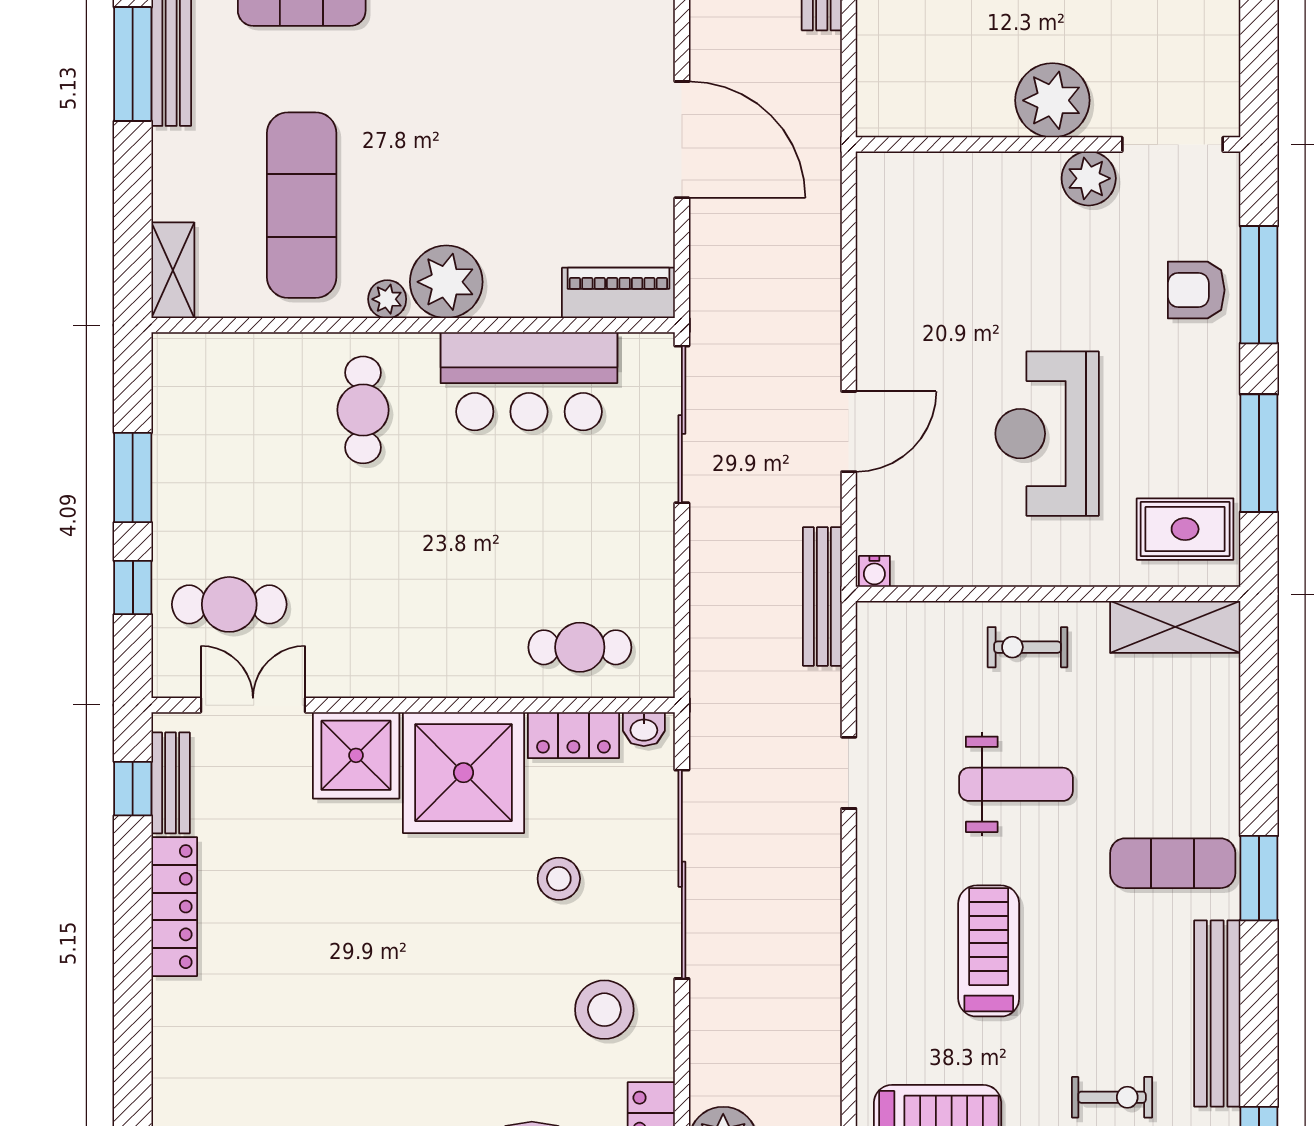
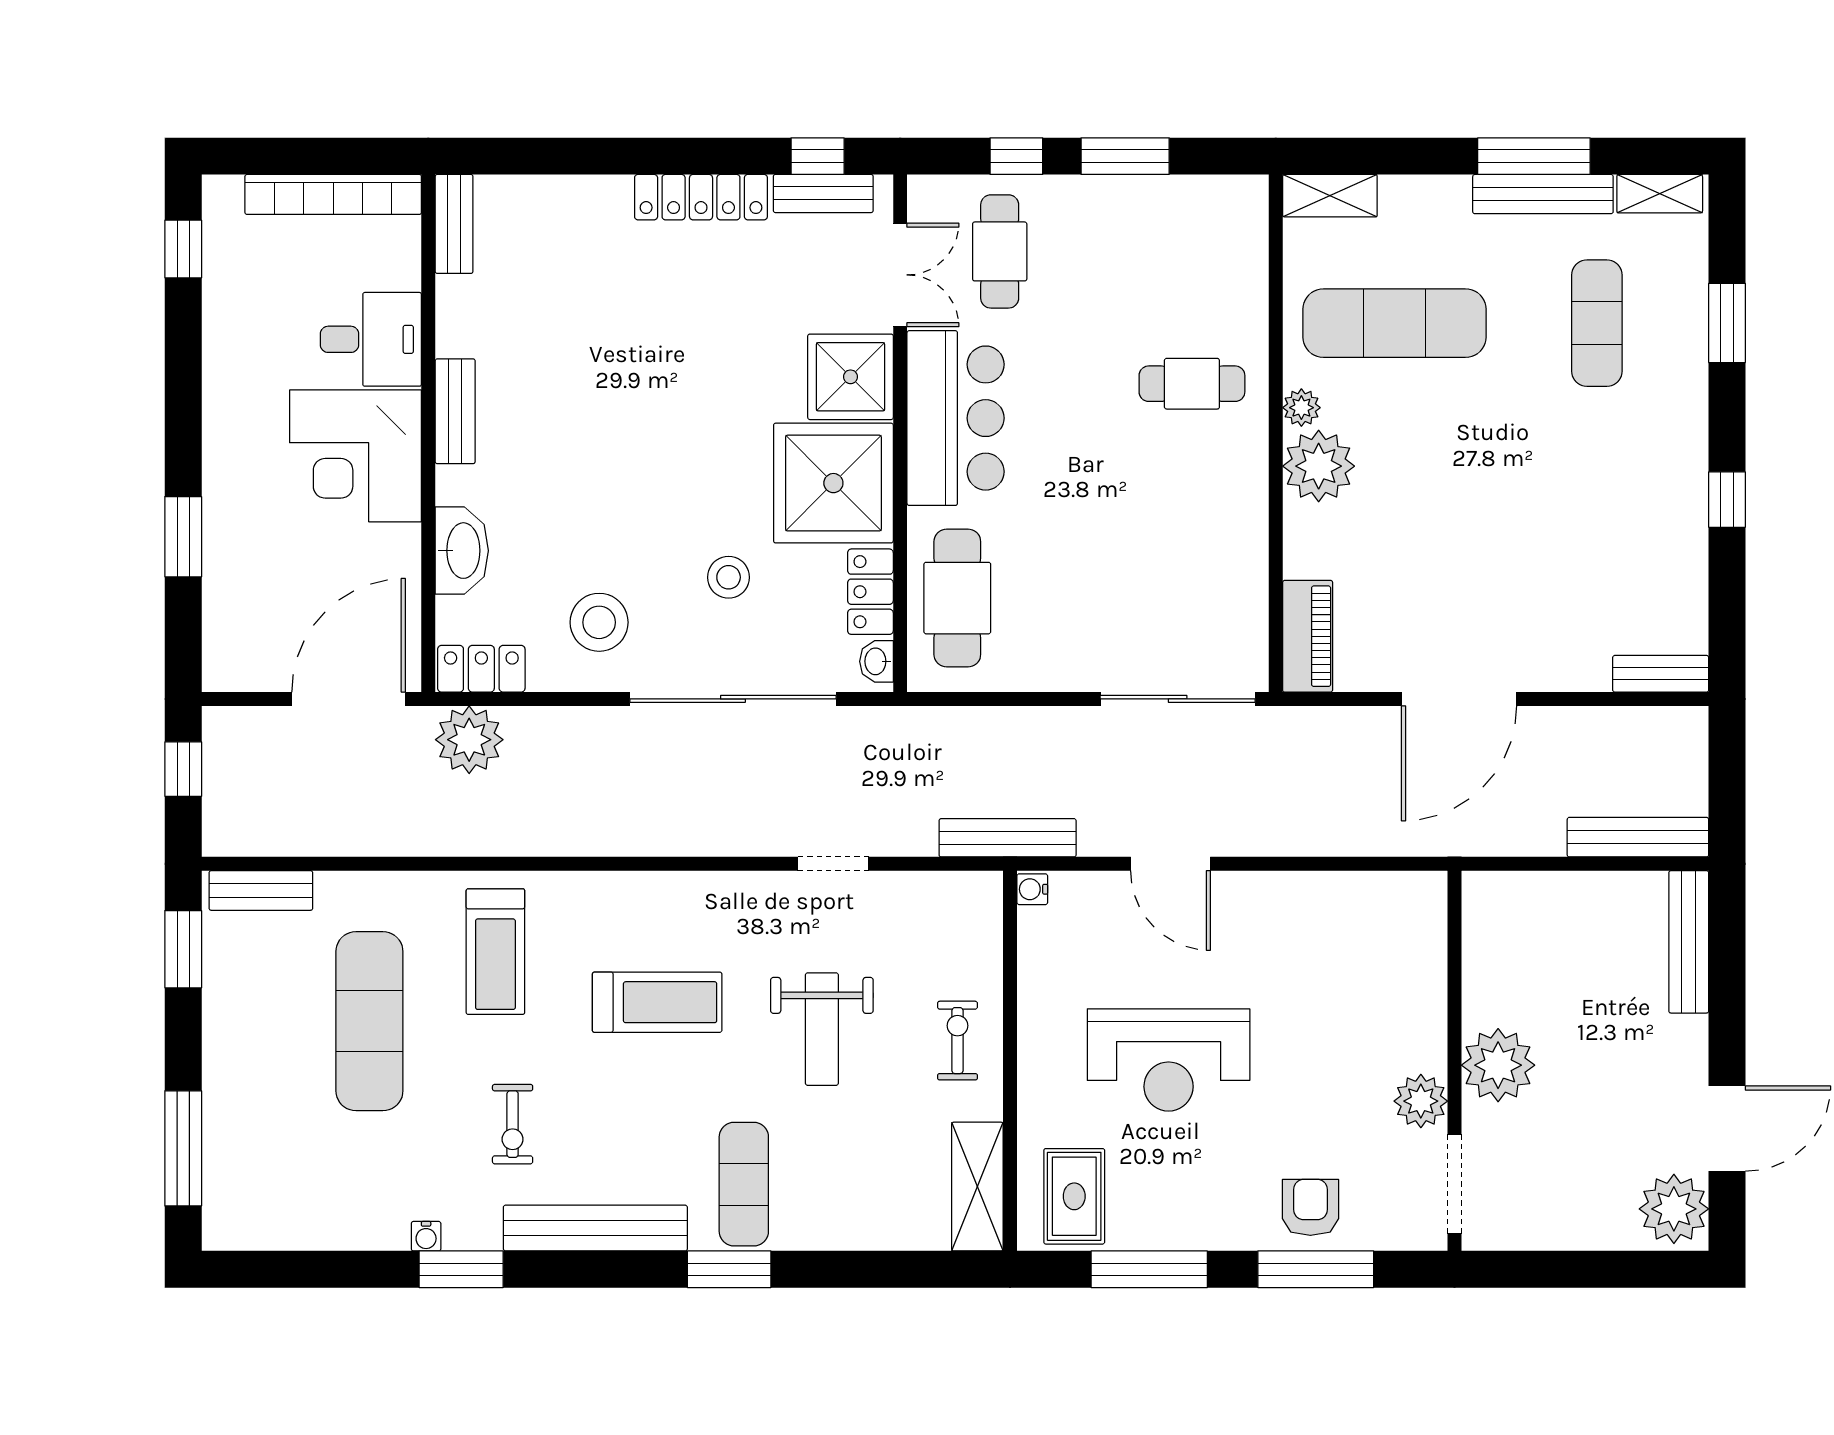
bar counter: (529, 381) -> (956, 418), moved, turned 180
reception desk: (1047, 434) -> (1169, 1060), turned 180
cafe table: (580, 647) -> (957, 598), width x1.37, depth x1.35

